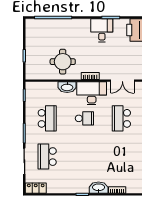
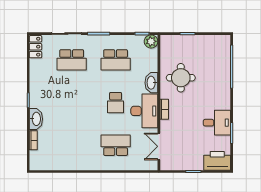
plant: (31, 87) -> (151, 41), added
school desk: (47, 157) -> (72, 60), turned 180

